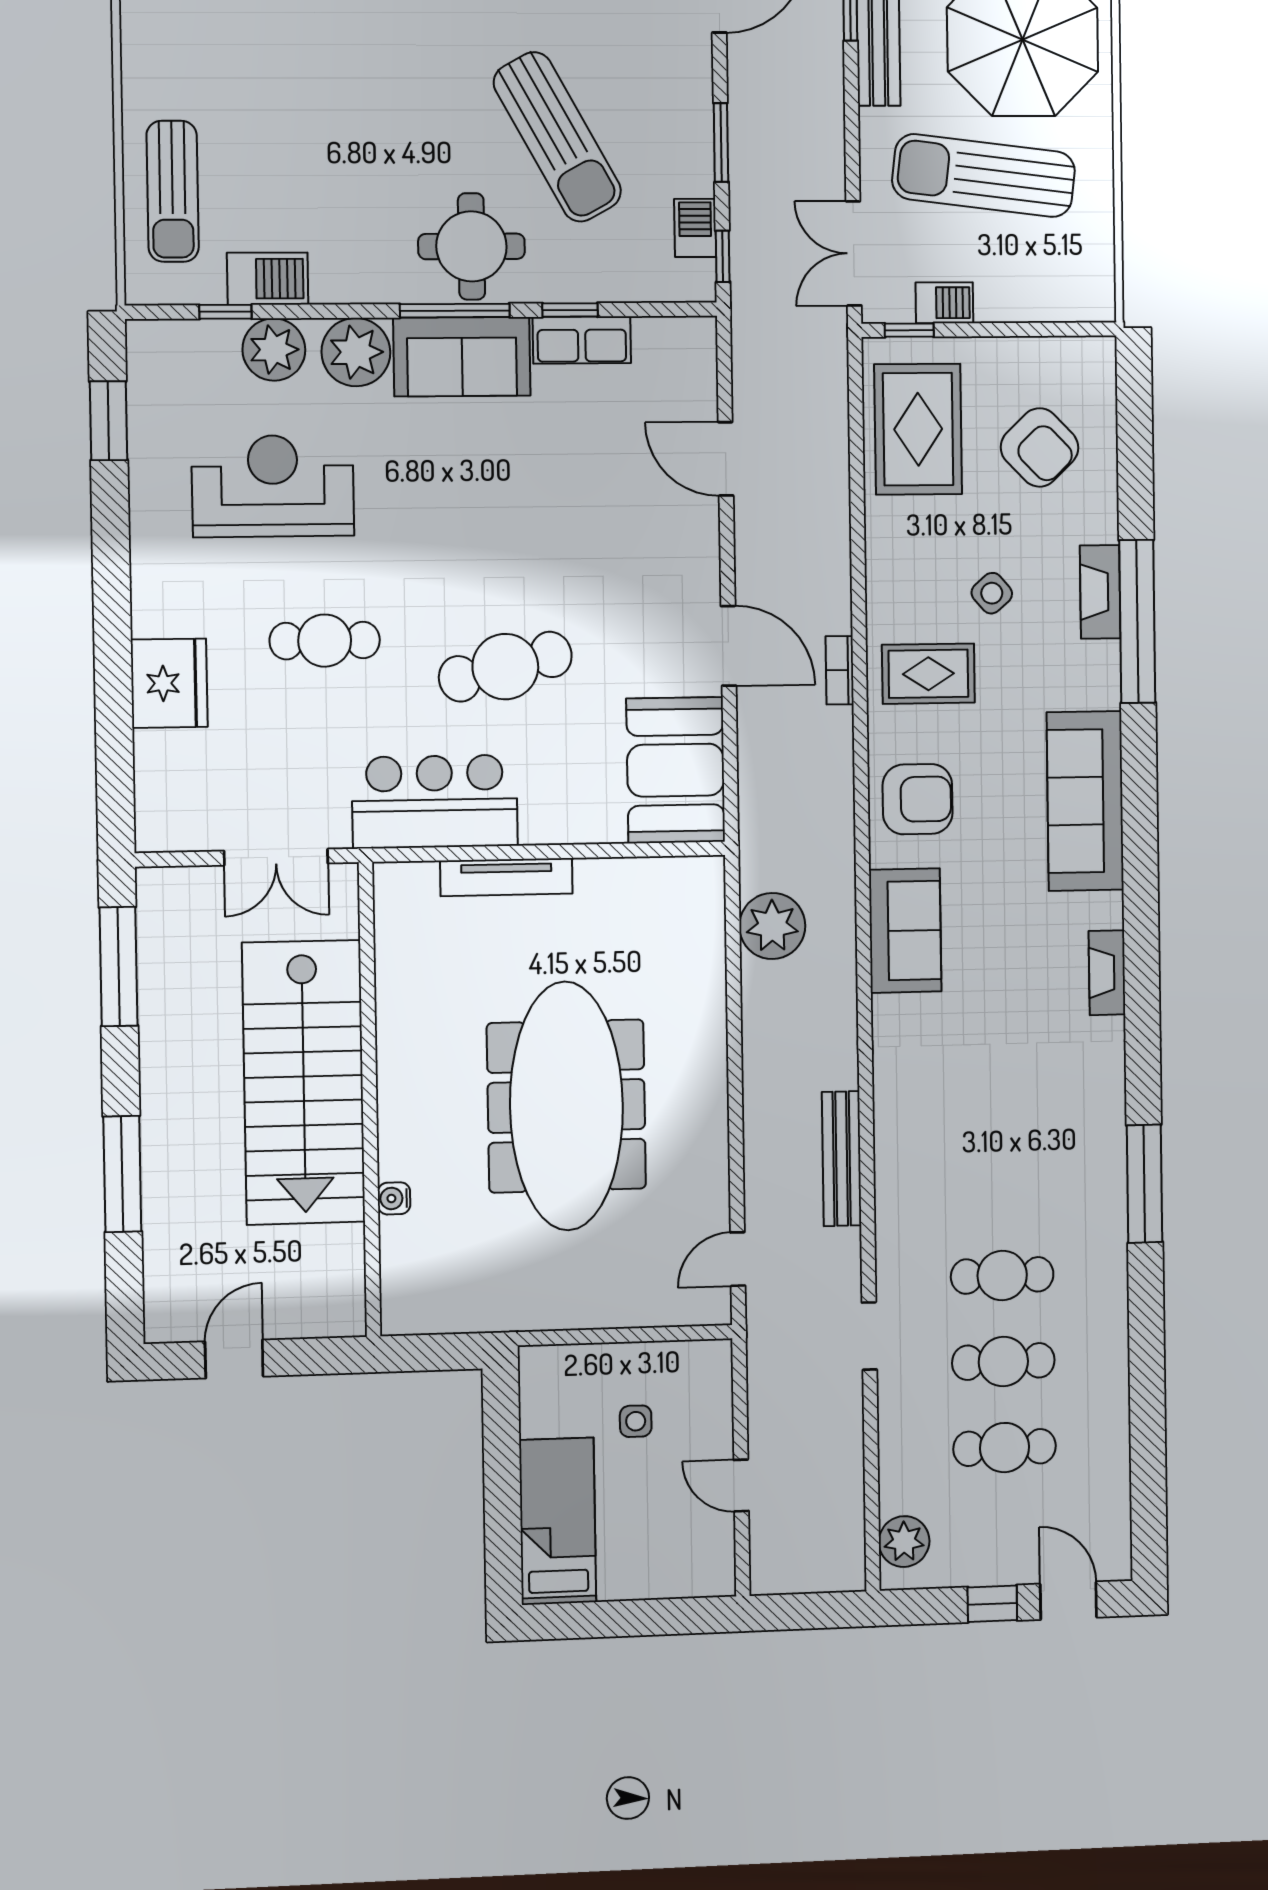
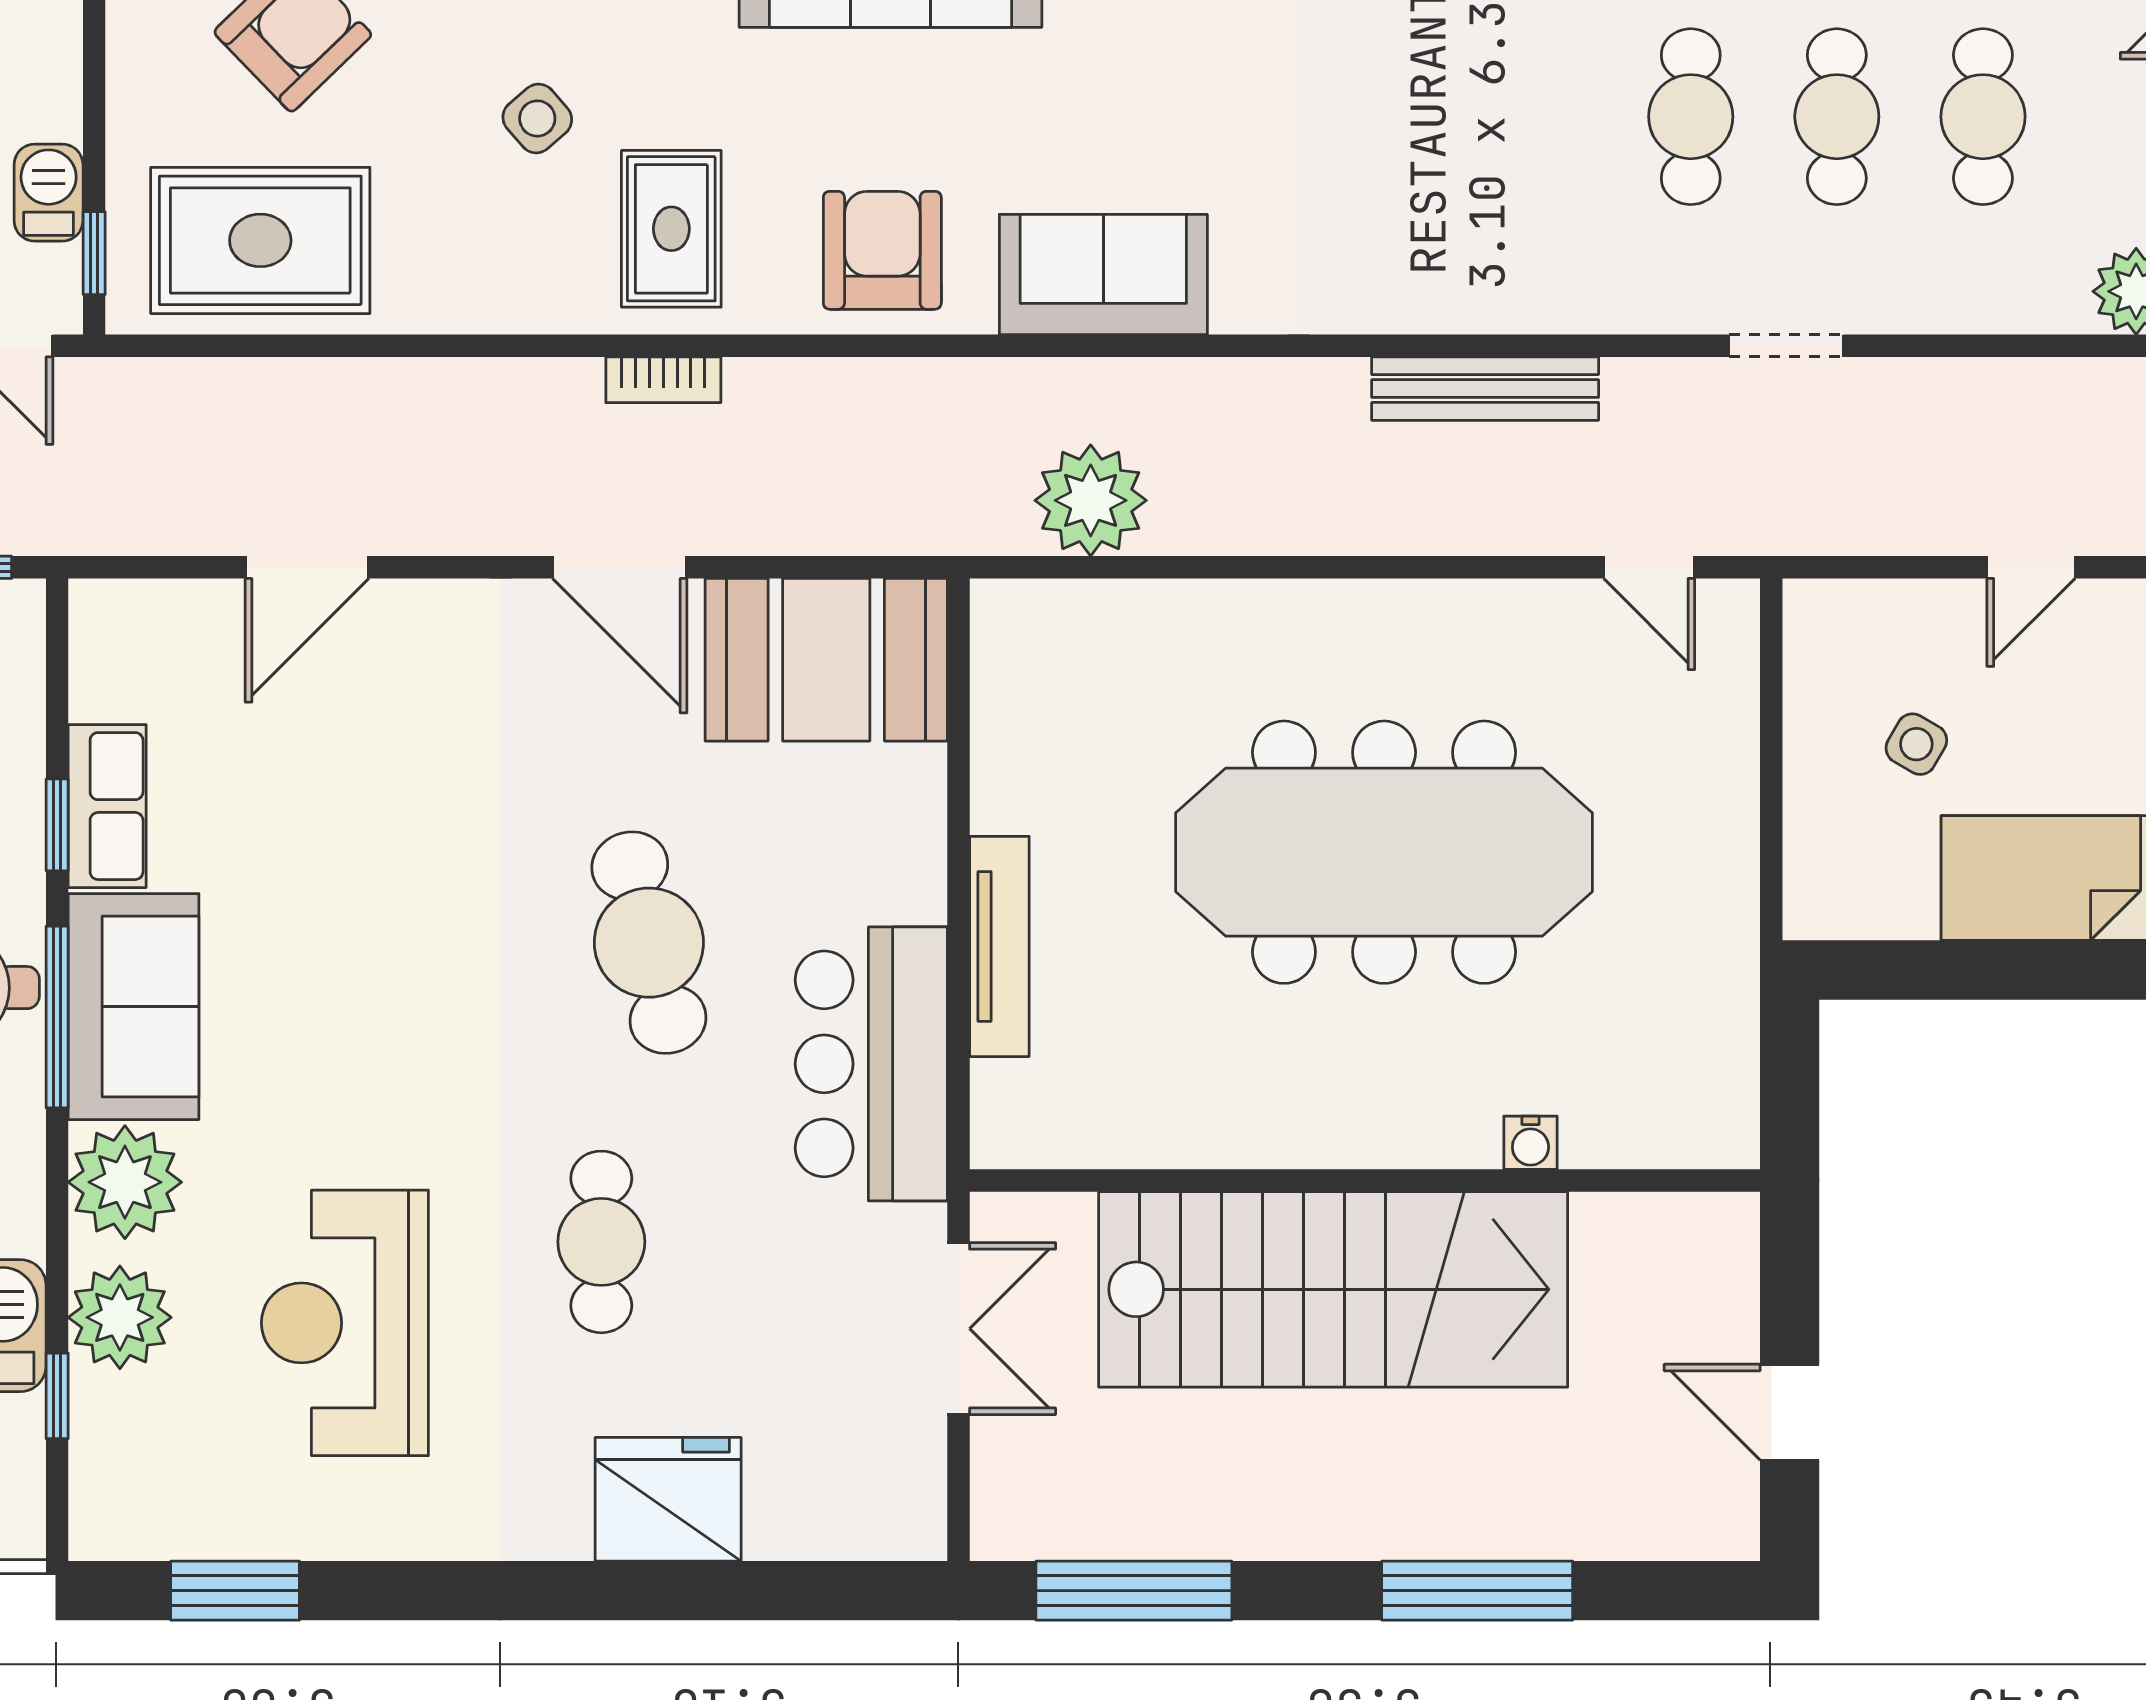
door: (729, 646) -> (620, 567), swing flipped
side table: (636, 1421) -> (1916, 744), turned 30

